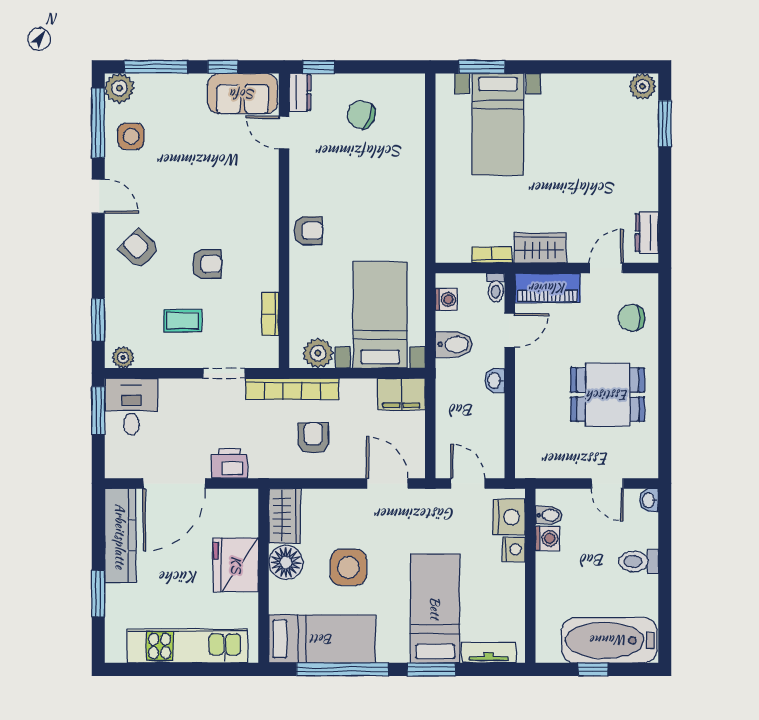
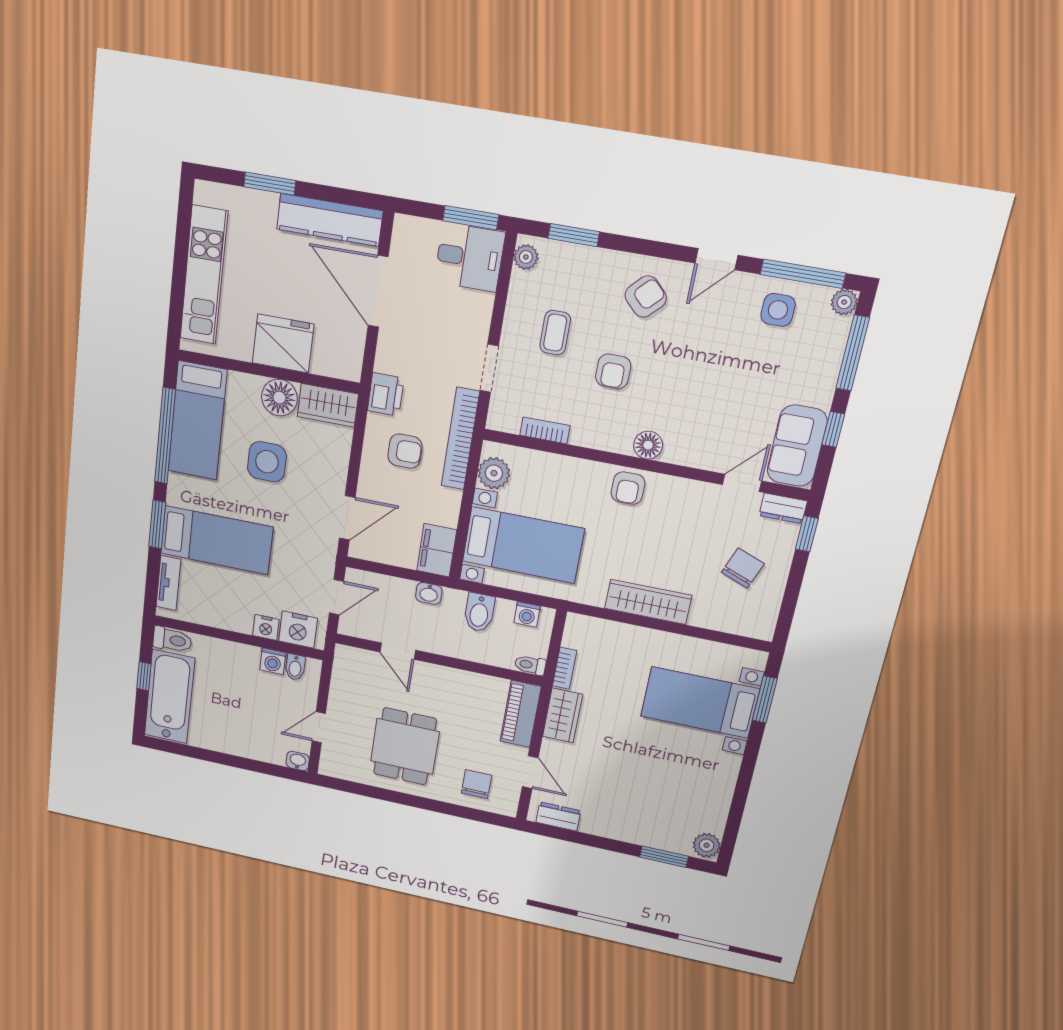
plant: (119, 88) -> (844, 302), width x0.73, depth x0.73
wardrobe: (410, 191) -> (648, 602), added
floor lamp: (266, 221) -> (648, 445), added
door: (510, 330) -> (398, 651), moved
washbasin: (495, 380) -> (429, 593), moved, turned 180
printer: (229, 463) -> (386, 394), moved
toilet: (639, 561) -> (172, 640), moved, turned 90

